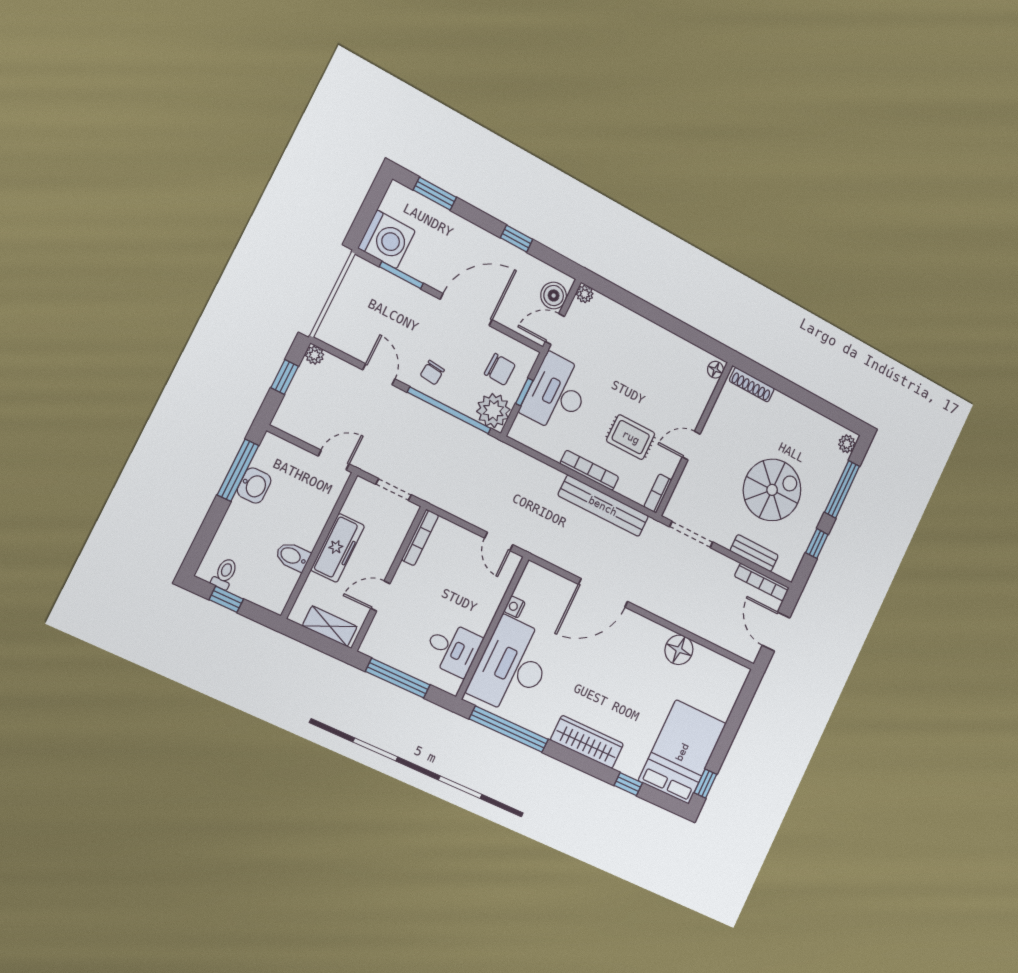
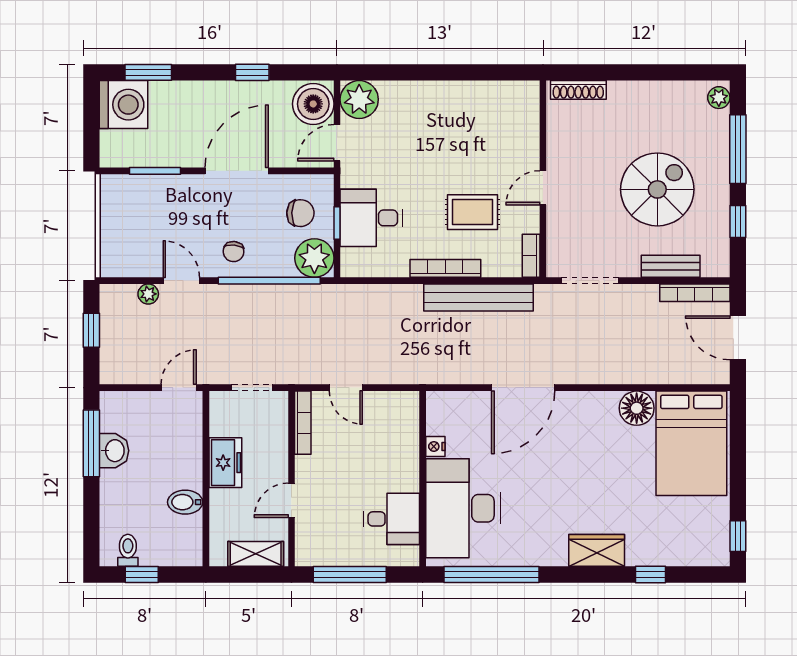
washing machine: (387, 239) -> (123, 105), moved
plant: (585, 294) -> (359, 99), width x1.88, depth x1.88
boiler: (554, 296) -> (313, 104), width x1.37, depth x1.37
plant: (315, 355) -> (148, 294), moved
floor lamp: (715, 370) -> (530, 95), removed
desk: (557, 393) -> (371, 218), width x0.73
door: (499, 541) -> (346, 388), moved
freezer: (338, 548) -> (225, 463), width x0.71
wardrobe: (587, 742) -> (597, 550), width x0.67
bed: (682, 752) -> (691, 443), moved, turned 180

